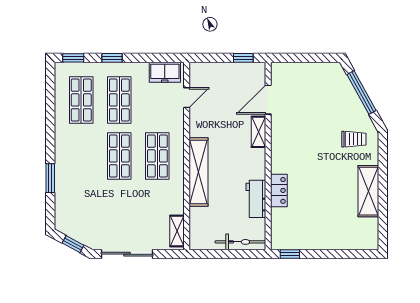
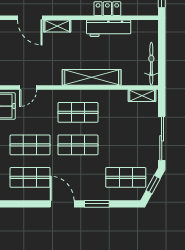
door: (187, 98) -> (28, 87), swing flipped
door: (50, 137) -> (62, 204), added
workbench: (256, 199) -> (109, 28), width x1.38
shop shelf: (81, 212) -> (126, 177), added
bicycle: (240, 242) -> (151, 64), moved

